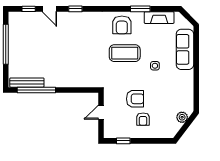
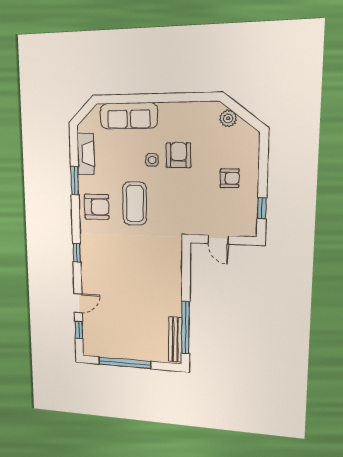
window: (75, 9) -> (77, 253), moved
armchair: (135, 99) -> (178, 155), moved

